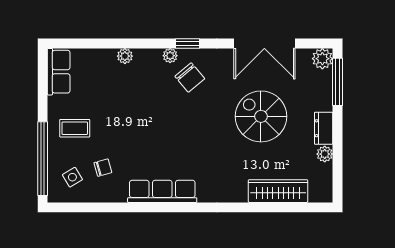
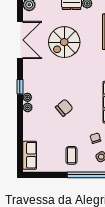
plant: (125, 56) -> (28, 107), moved
row of seats: (59, 72) -> (30, 155), moved, turned 90
chair: (190, 77) -> (64, 108), moved

